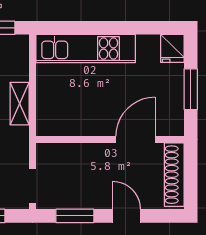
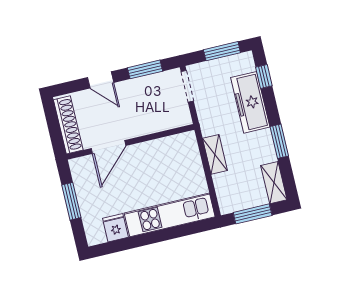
fridge: (172, 48) -> (115, 228), moved

